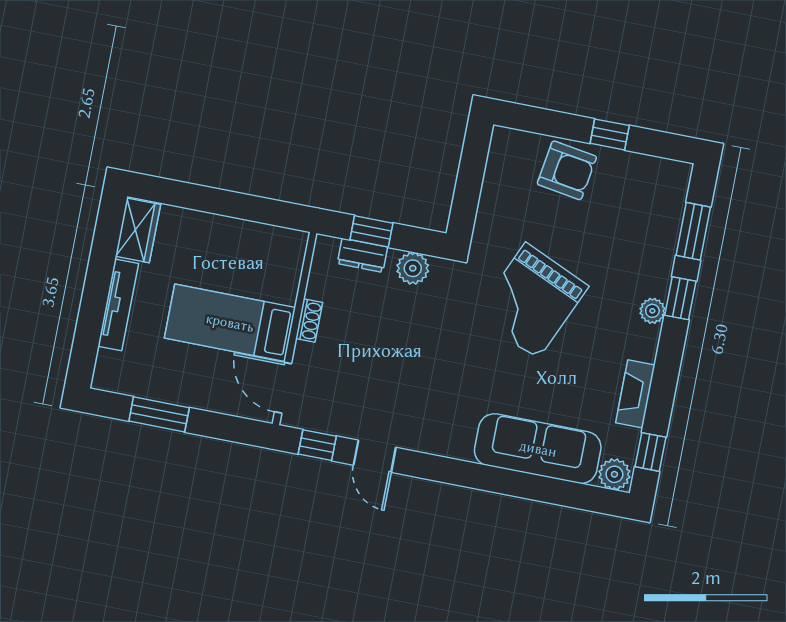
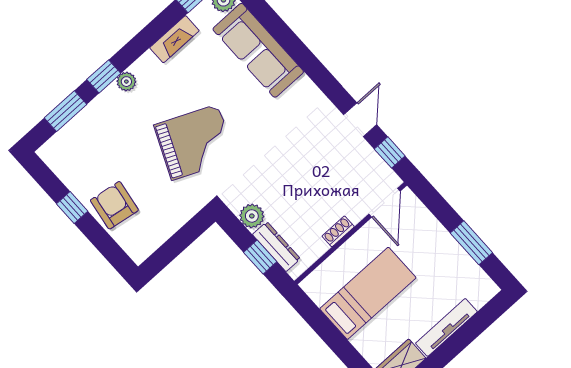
dresser: (362, 255) -> (276, 247), width x1.44
bed: (230, 323) -> (368, 293), moved, turned -90

